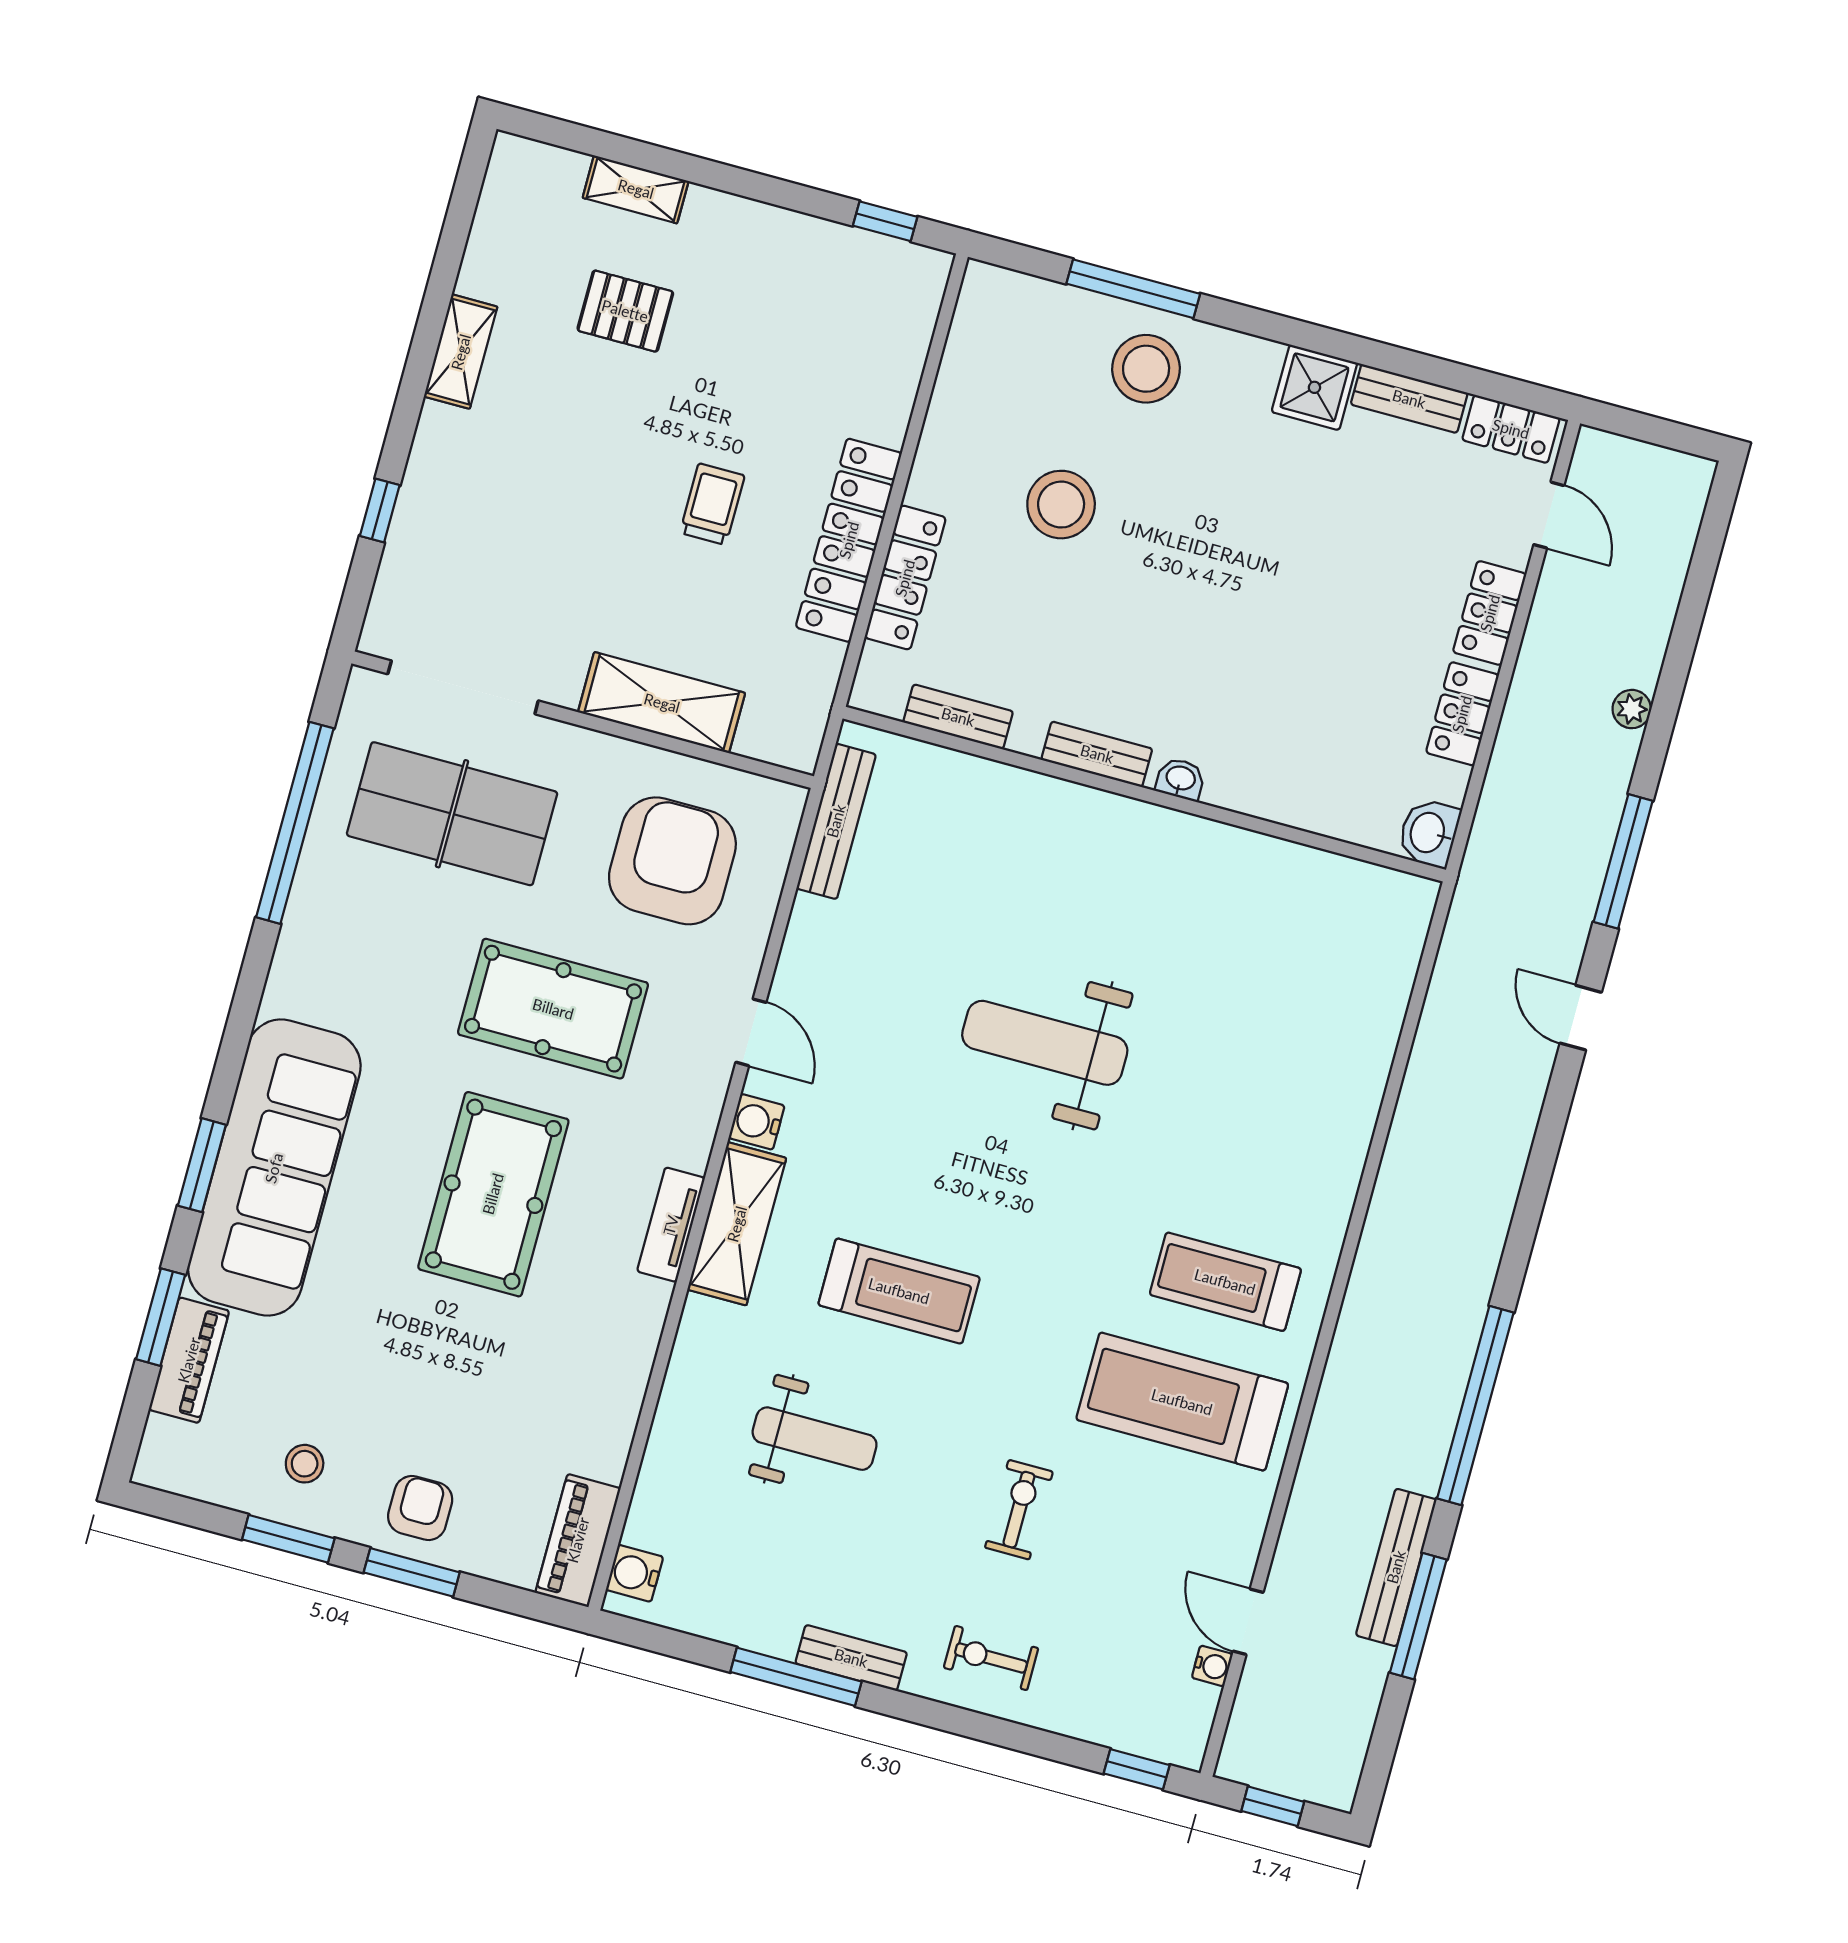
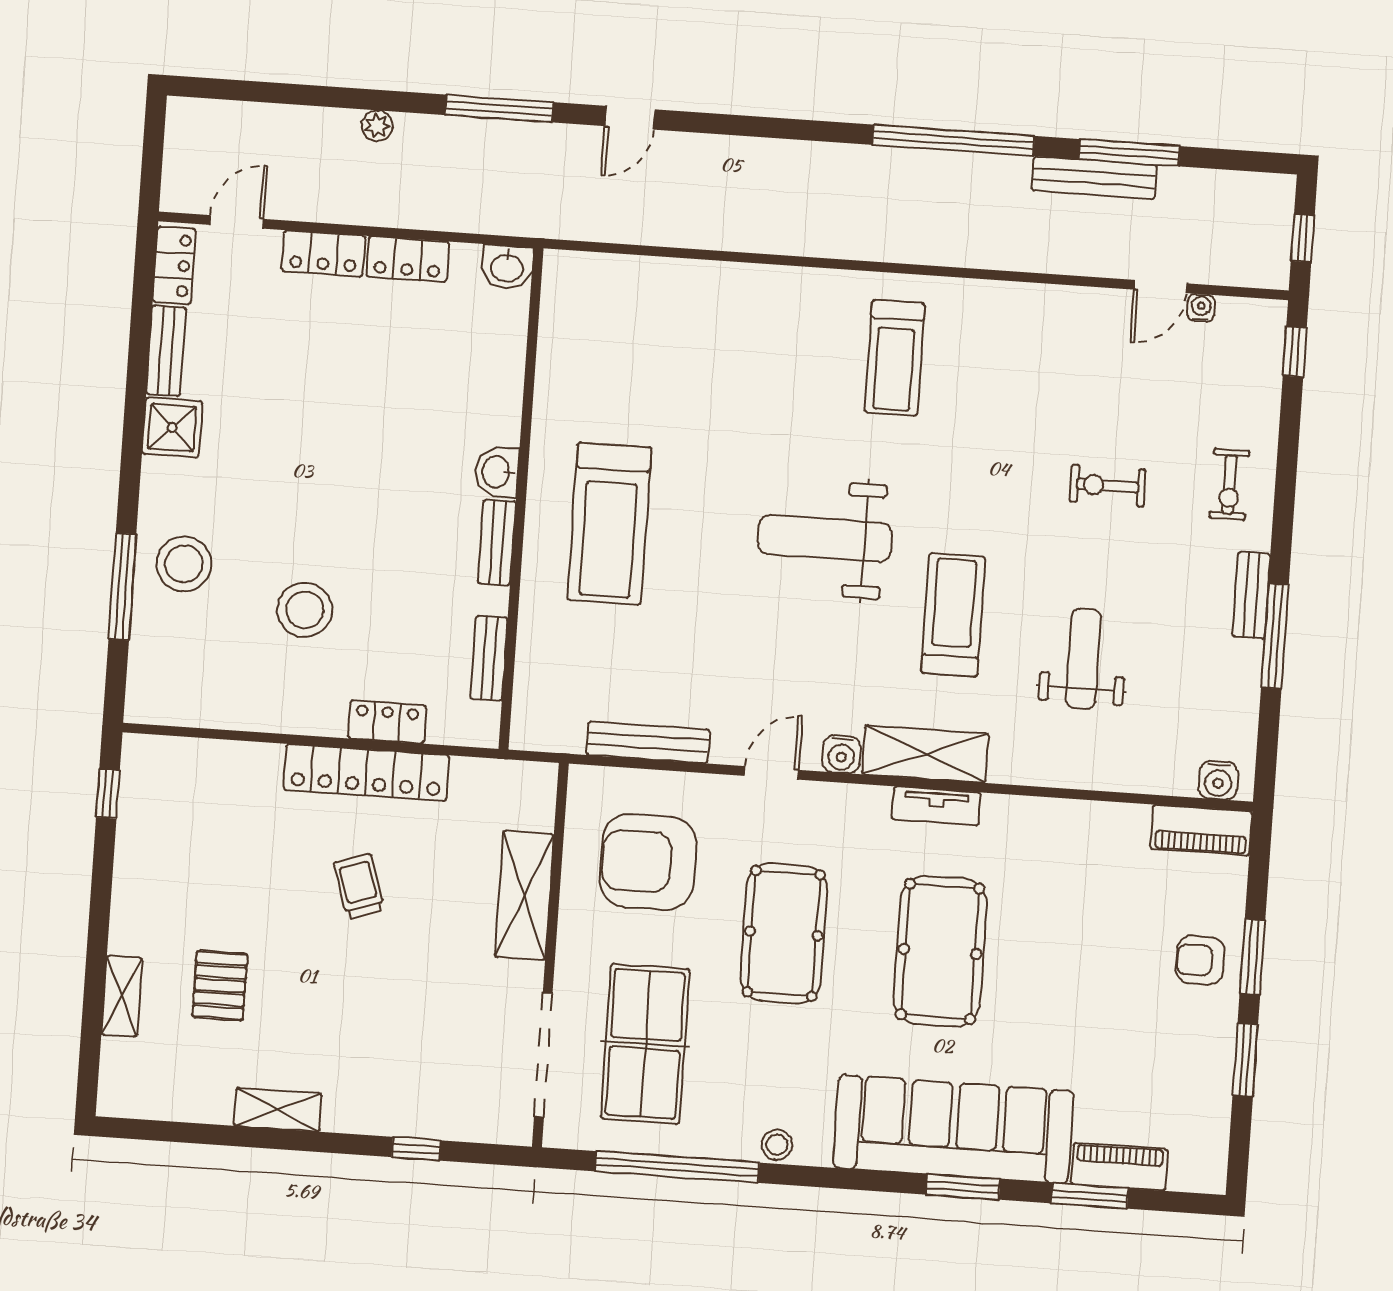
trolley: (712, 504) -> (359, 886), turned 72
locker: (905, 578) -> (387, 722), width x0.66
washbasin: (1180, 779) -> (497, 472), width x1.38, depth x1.45
bench: (836, 821) -> (648, 742), moved
weight bench: (1045, 1043) -> (825, 538), moved, turned 90
pool table: (493, 1194) -> (940, 951), turned 90
treadmill: (1182, 1402) -> (609, 524), moved
stool: (305, 1464) -> (777, 1145), moved

